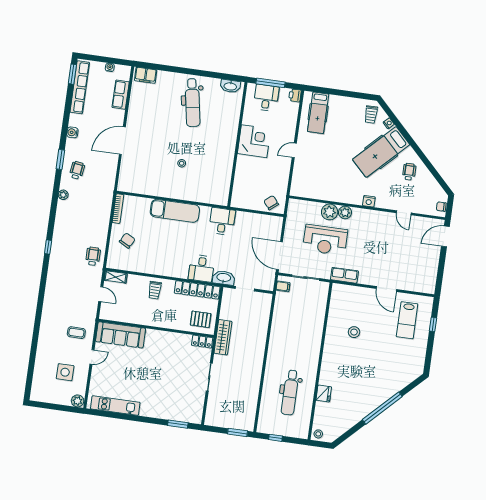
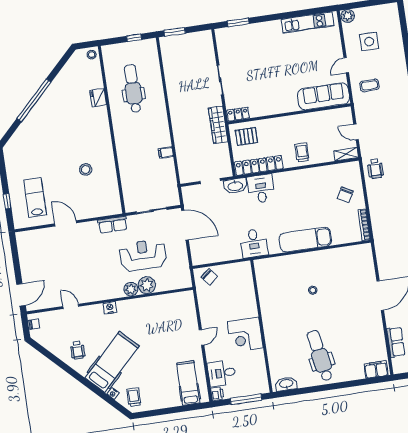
desk: (266, 98) -> (222, 373), moved, turned 90
filing cabinet: (283, 286) -> (166, 153), moved

